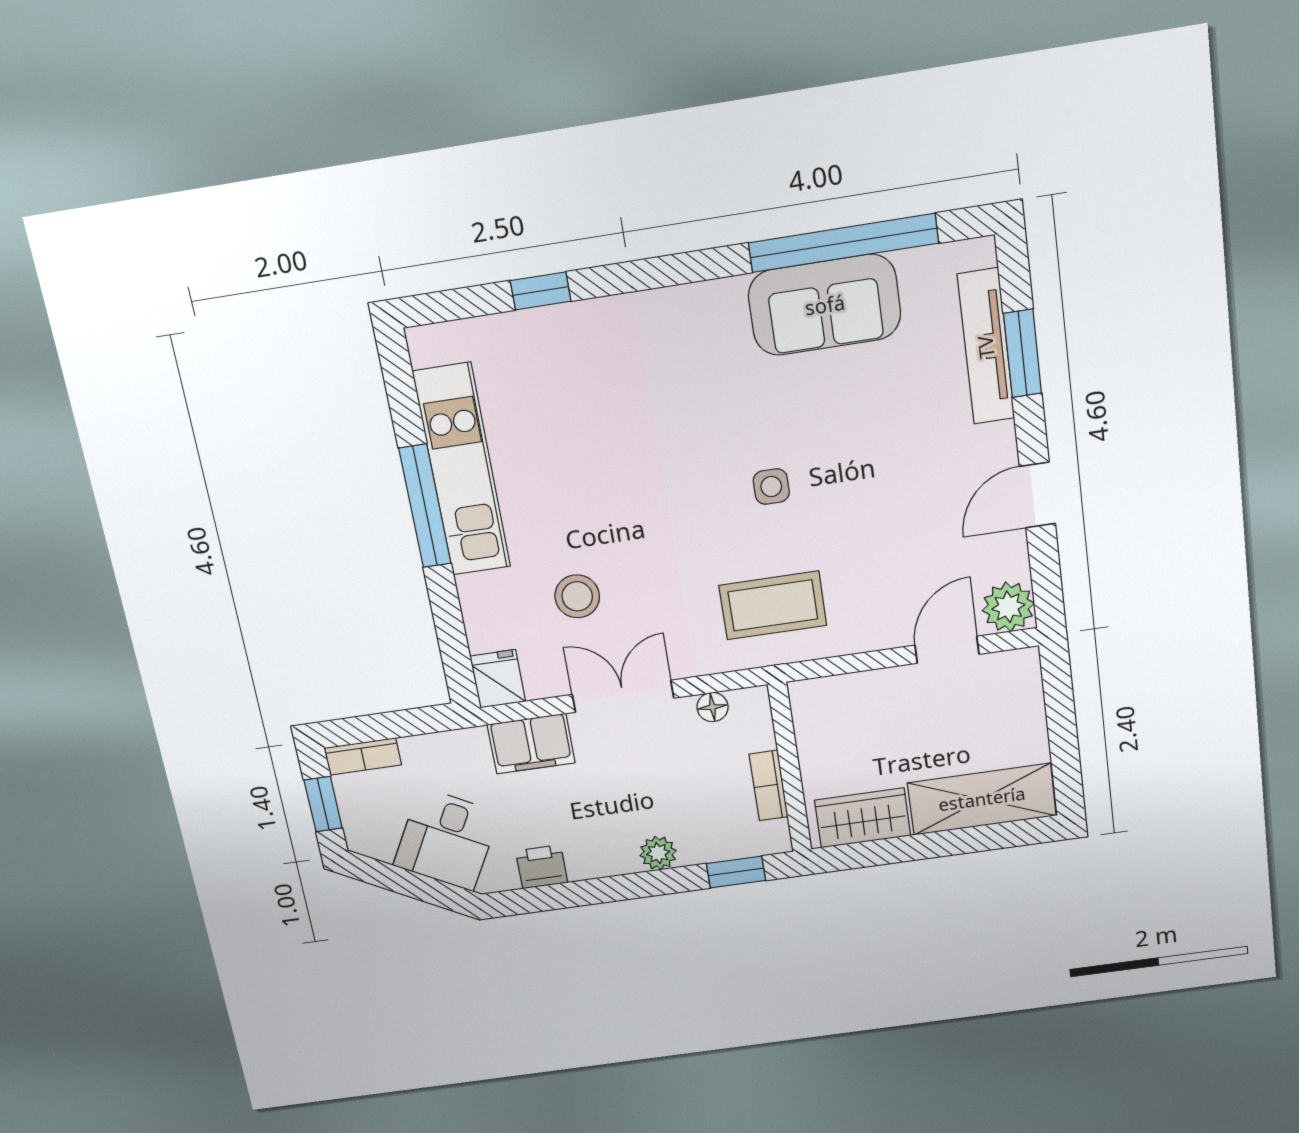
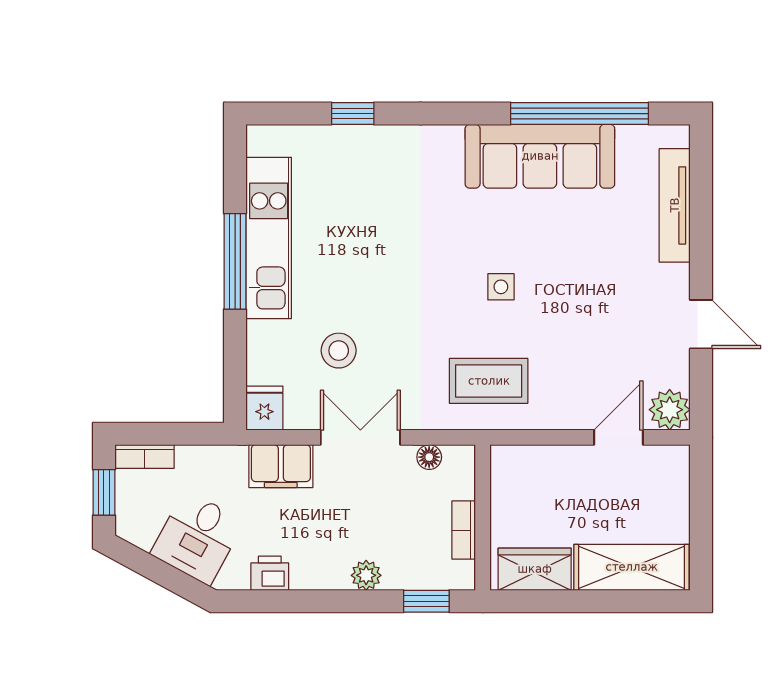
sofa: (825, 305) -> (540, 156), width x1.36
window: (1023, 353) -> (701, 215), removed
door: (1037, 495) -> (701, 324), swing flipped

